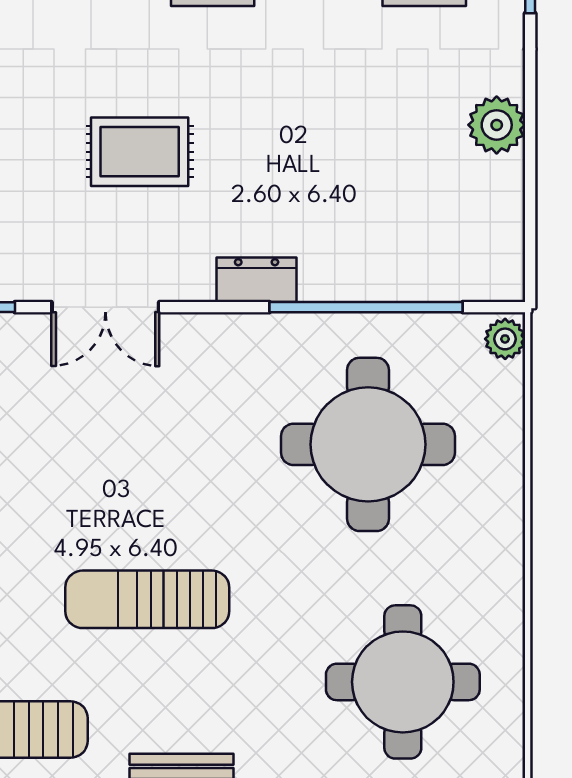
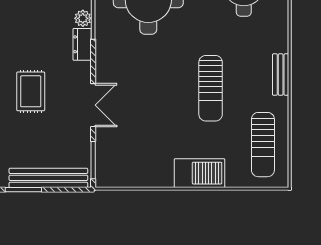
plant: (321, 281) -> (83, 18), added

